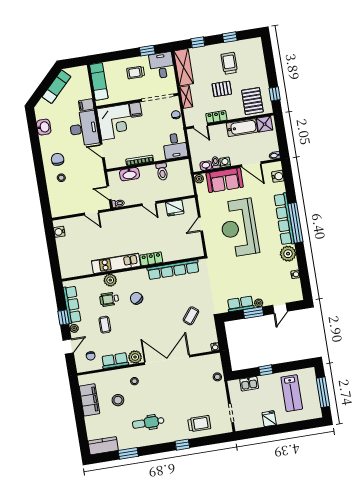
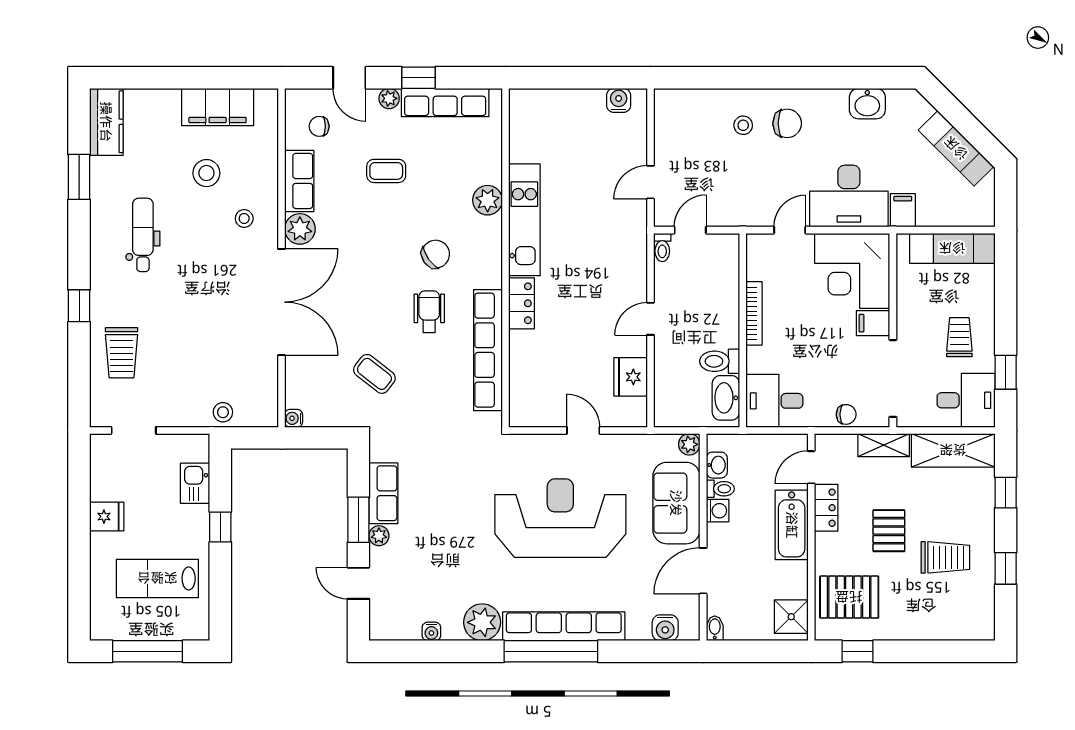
bathtub: (242, 128) -> (792, 525), moved
washbasin: (130, 174) -> (726, 398), moved
wheelchair: (109, 299) -> (429, 312), moved

